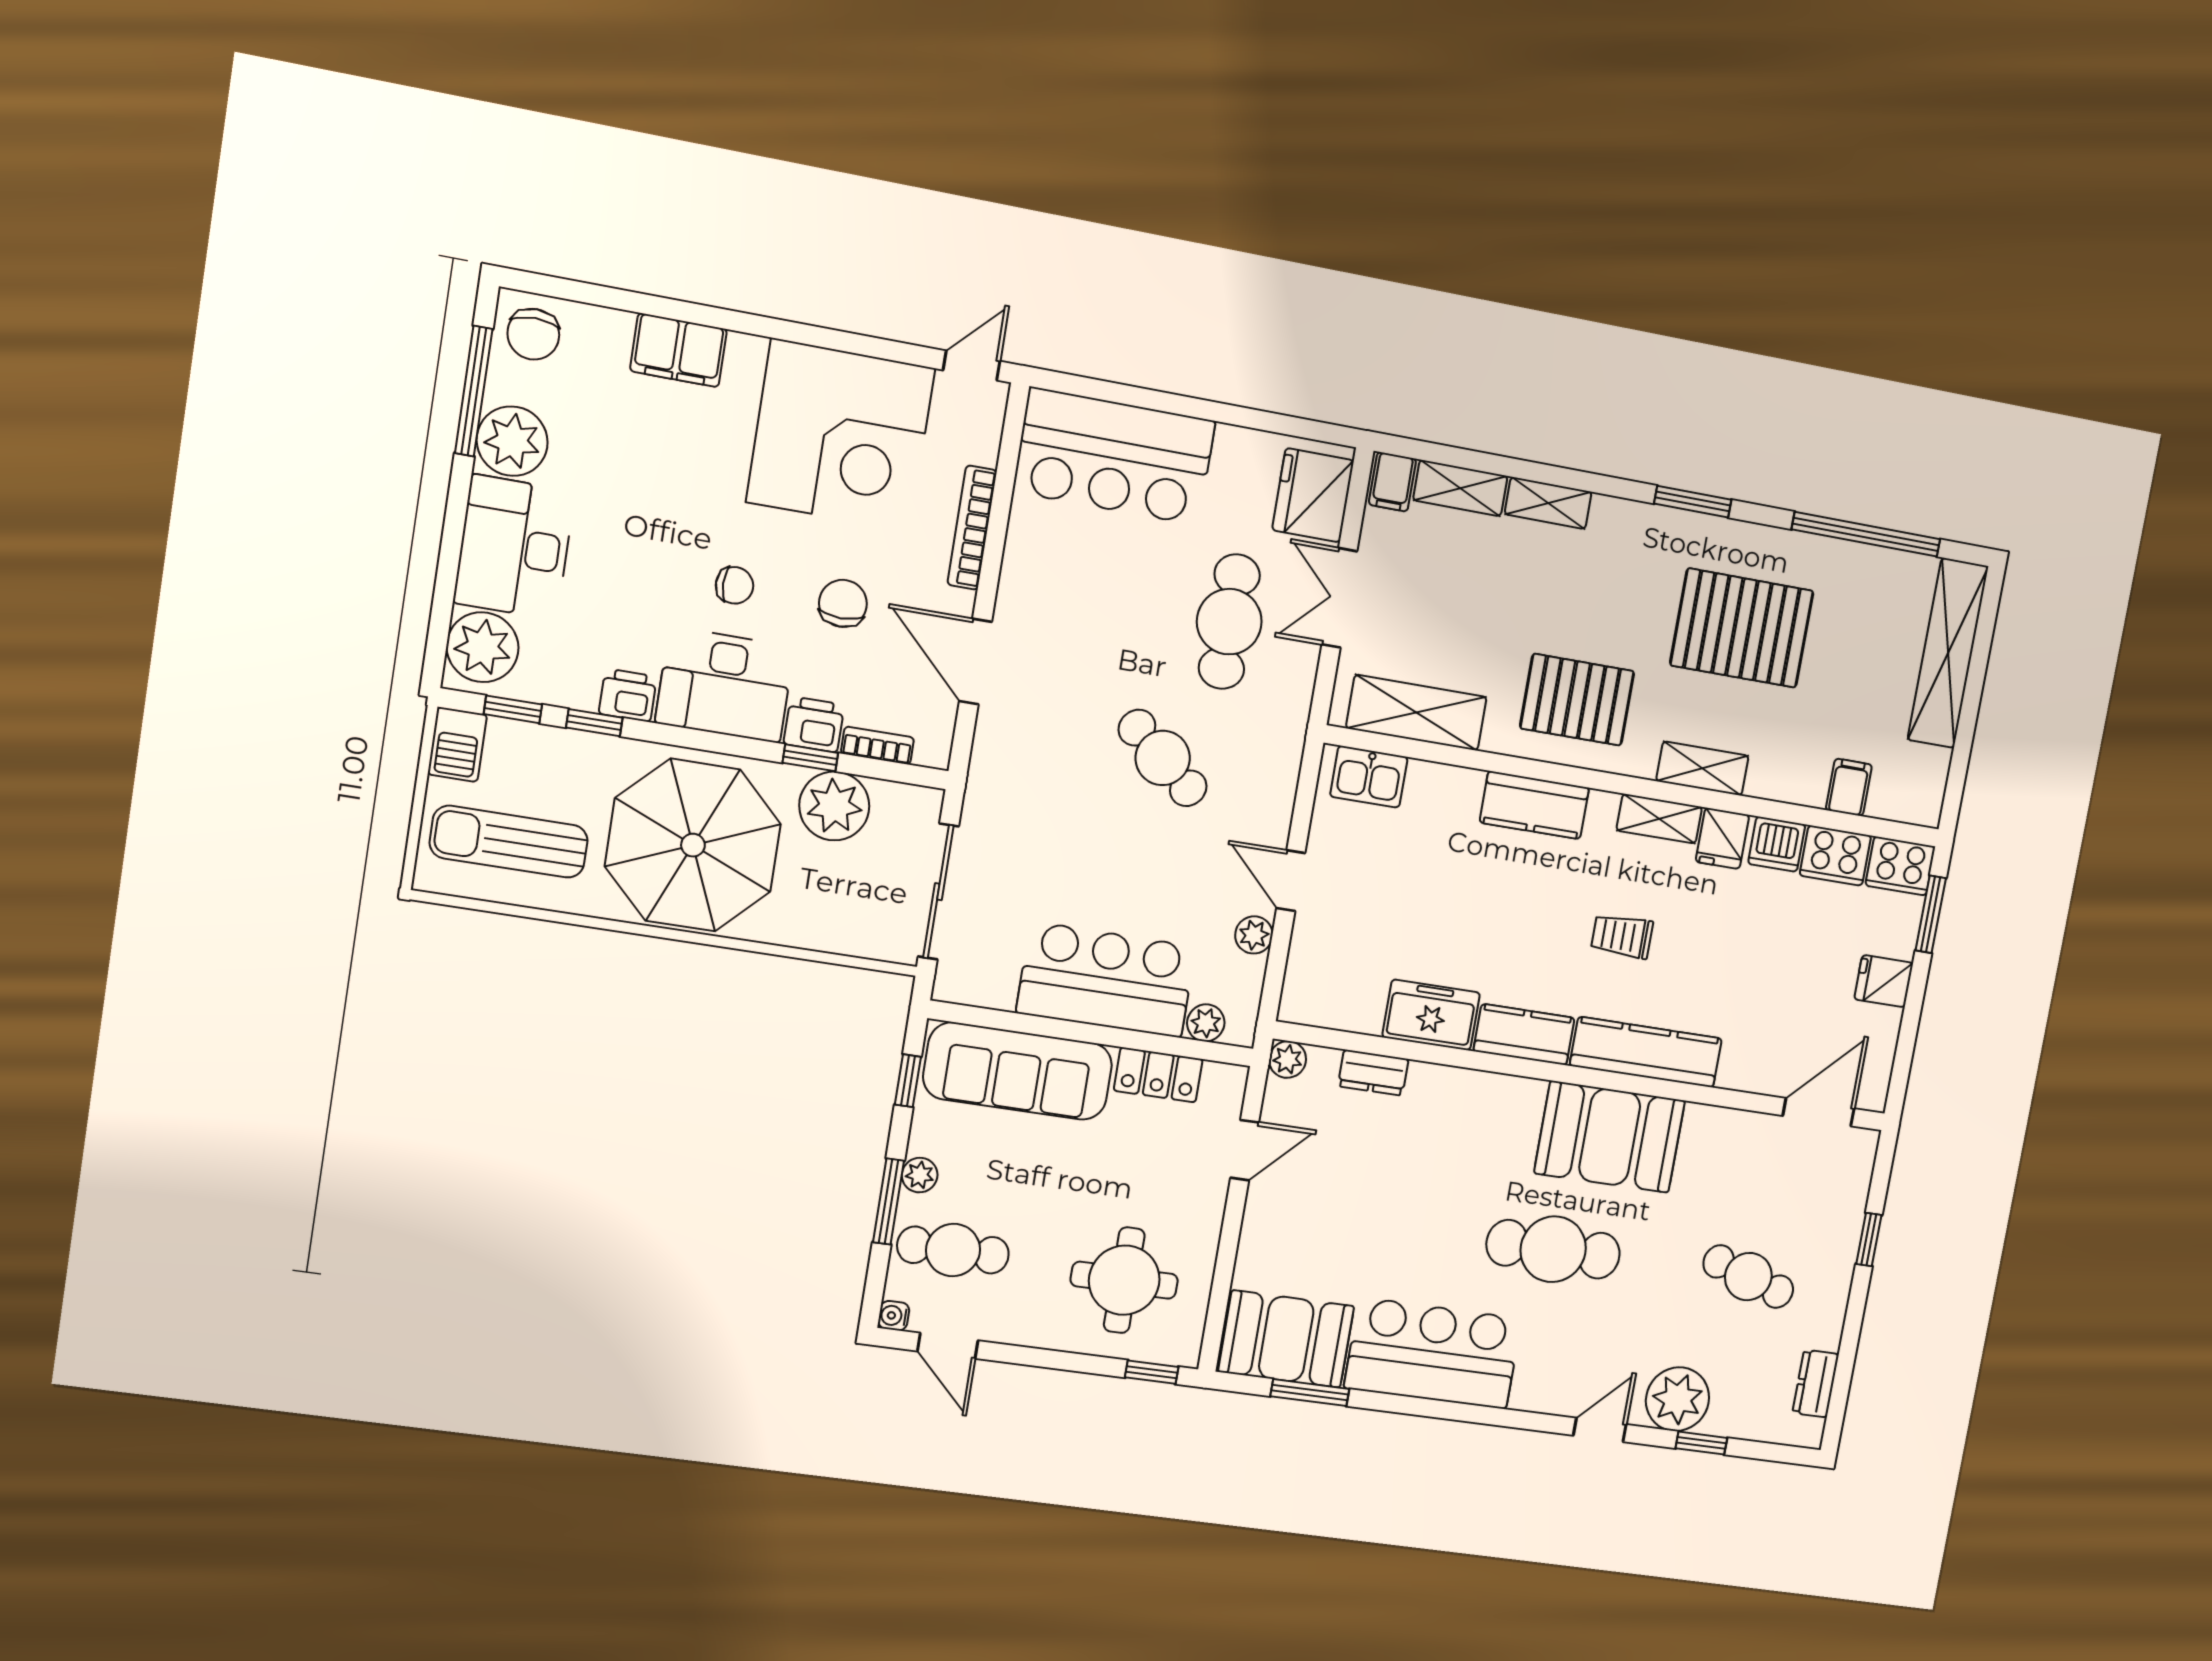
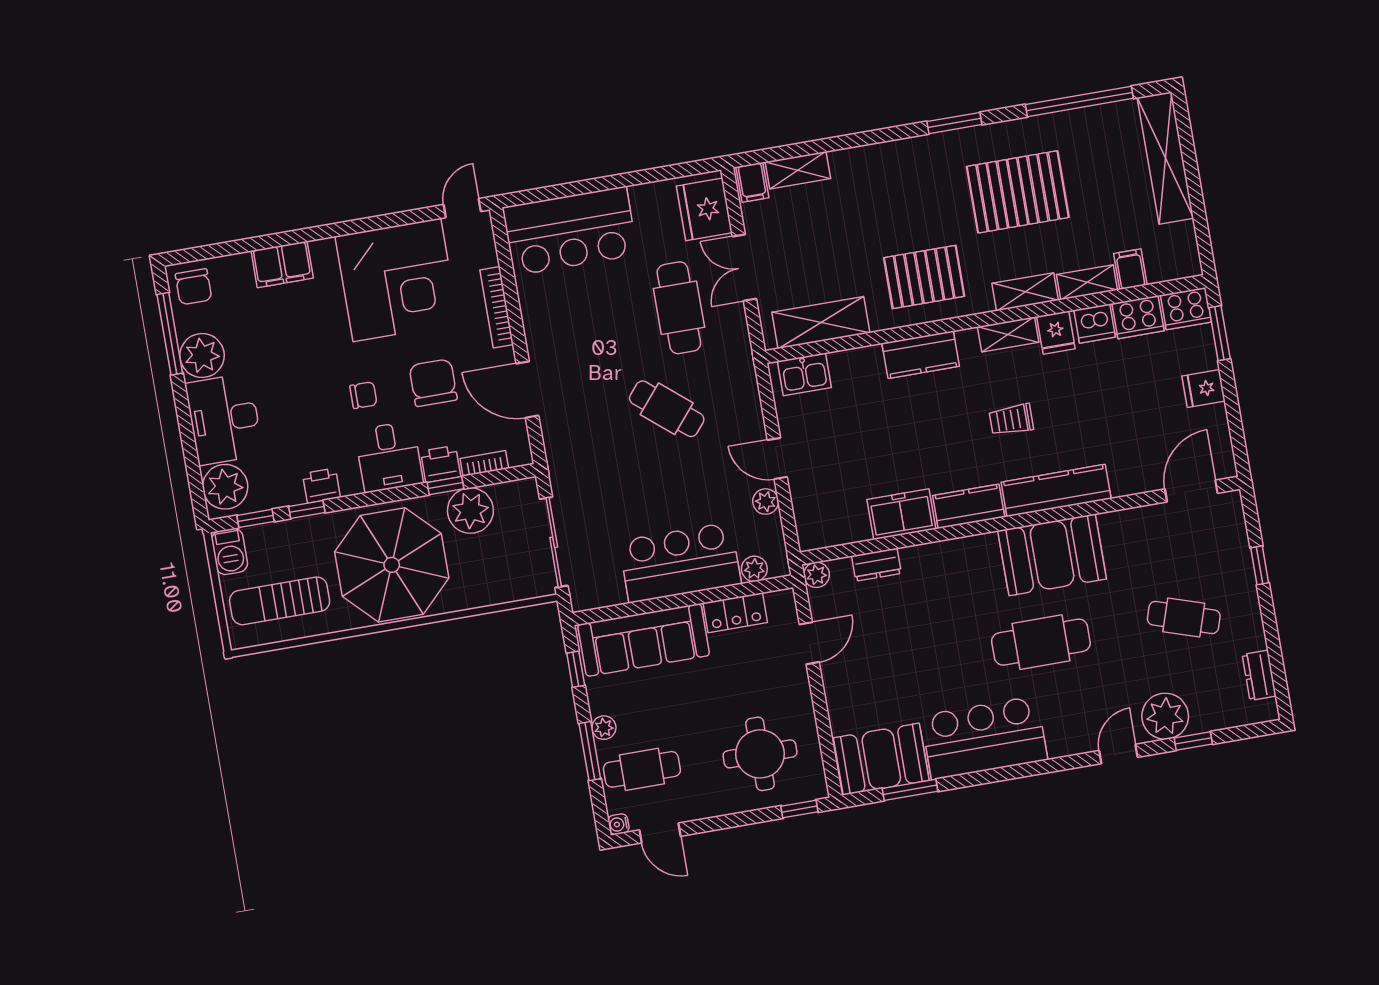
shelving: (1548, 503) -> (1087, 282), moved
chair: (843, 603) -> (433, 383), width x1.37, depth x1.37
desk: (725, 685) -> (389, 457), width x0.73

